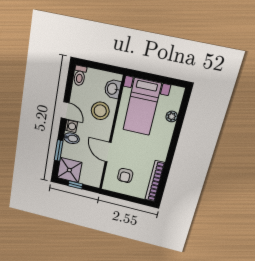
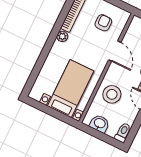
washbasin: (113, 89) -> (100, 124), moved, turned -90
plant: (172, 116) -> (62, 36), moved

